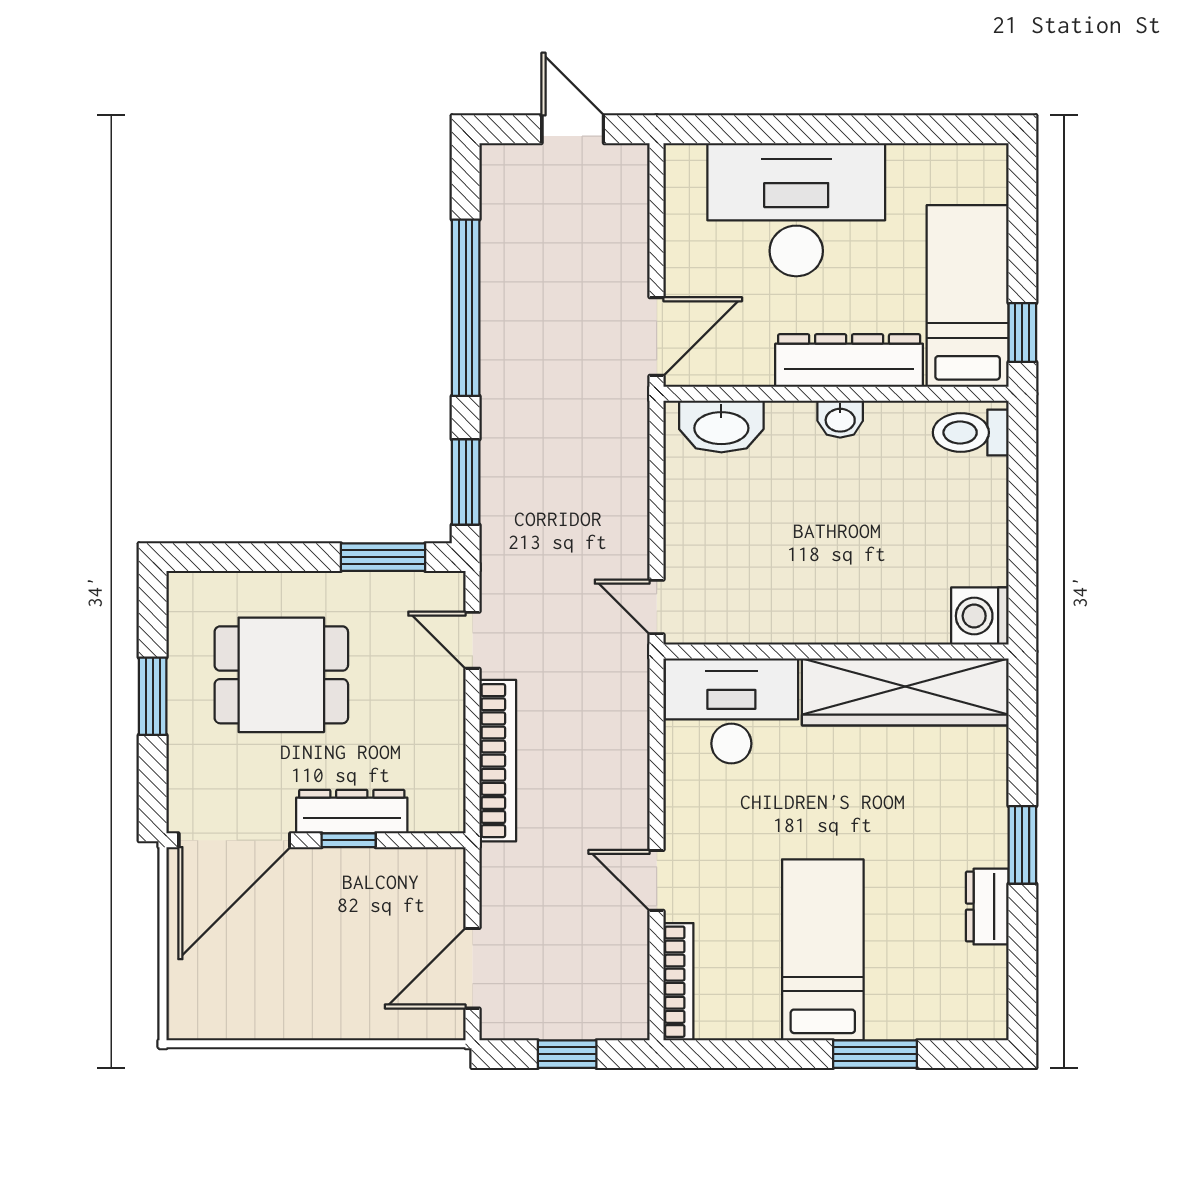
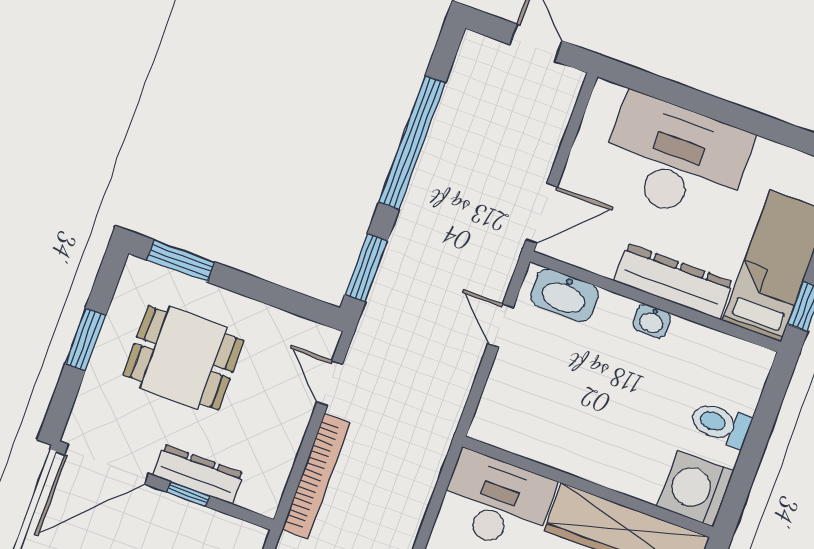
toilet: (971, 432) -> (720, 424), moved
window: (383, 557) -> (181, 261), moved
door: (657, 607) -> (501, 326), moved
washing machine: (980, 616) -> (695, 489), width x1.37, depth x1.37

